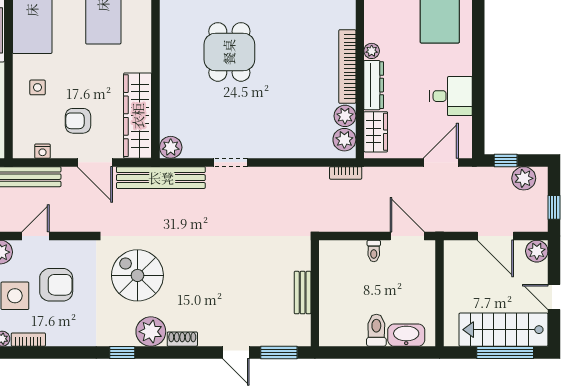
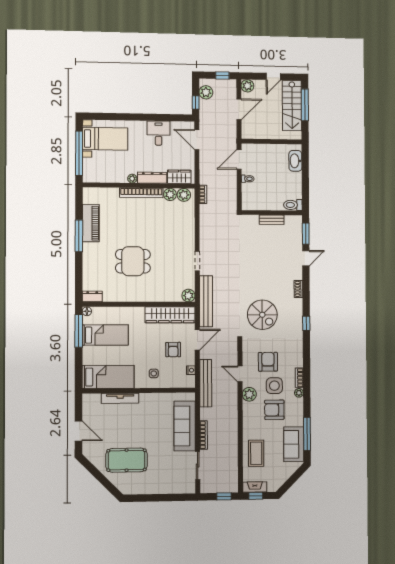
spiral stairs: (137, 275) -> (262, 315), turned -90
toilet: (376, 330) -> (293, 205), moved
plant: (151, 332) -> (294, 307), removed

